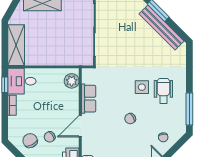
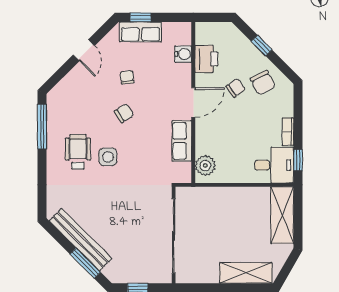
wheelchair: (163, 91) -> (78, 152), turned 180
chair: (163, 137) -> (127, 77), moved

